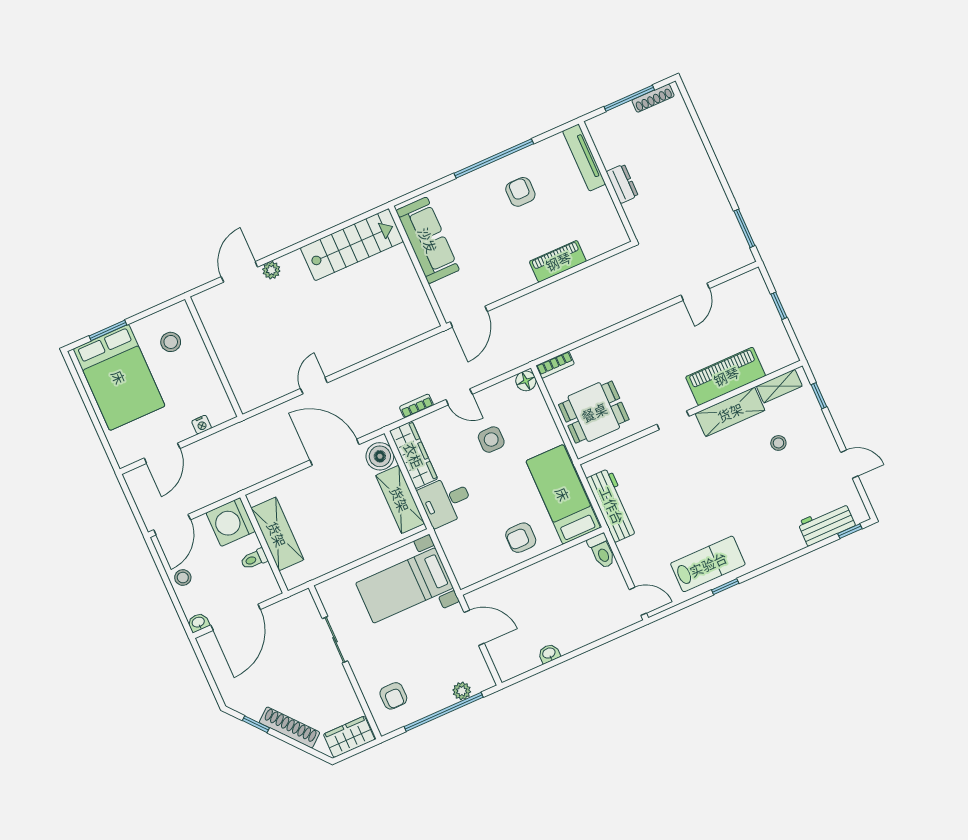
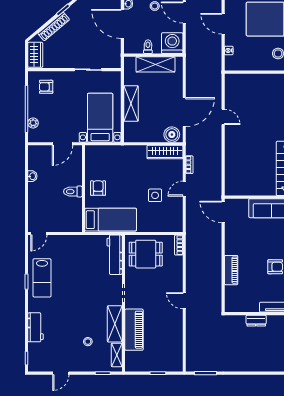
door: (695, 292) -> (184, 301), moved
floor lamp: (526, 381) -> (177, 226), removed
dining table: (594, 412) -> (146, 254), turned 90
shelving: (400, 499) -> (131, 104), moved, turned 90
desk: (446, 501) -> (134, 158), removed
workbench: (612, 505) -> (115, 255), moved, turned 90
workbench: (826, 524) -> (35, 327), moved
toilet: (602, 551) -> (73, 192), moved

